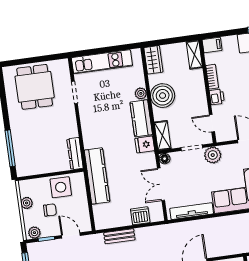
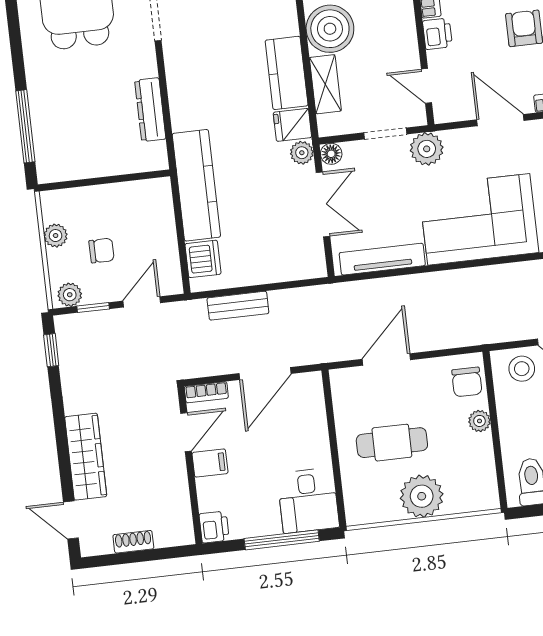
plant: (141, 93) -> (302, 153), moved
shelving: (163, 135) -> (325, 84), moved
dresser: (75, 154) -> (150, 110), moved
double door: (161, 184) -> (323, 204), swing flipped
side table: (61, 187) -> (124, 206), removed
dishwasher: (140, 216) -> (203, 259), moved, turned 90
door: (71, 235) -> (142, 302), hinge flipped

